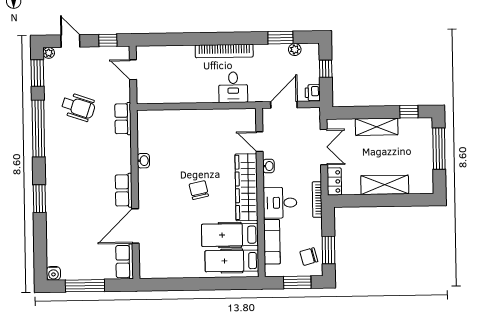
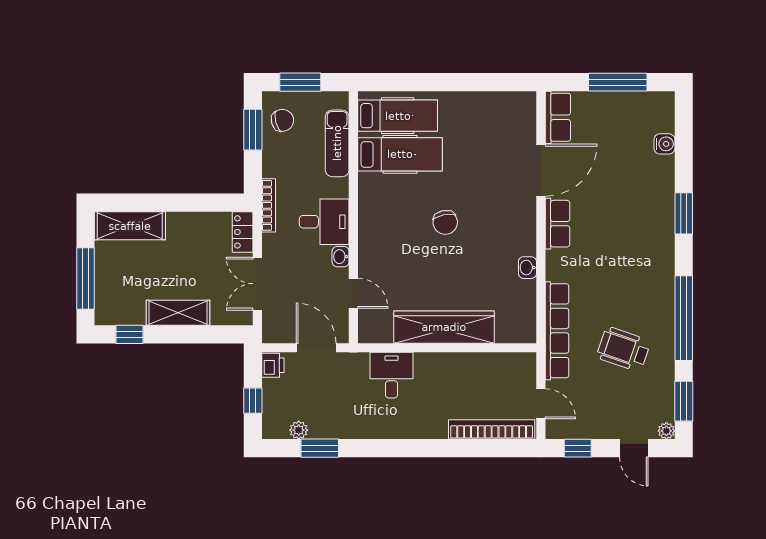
bookcase: (224, 51) -> (492, 429), moved
door: (284, 105) -> (316, 348), swing flipped
row of seats: (123, 119) -> (557, 331), width x2.02
shelving: (385, 185) -> (130, 226), moved
wardrobe: (246, 187) -> (444, 327), moved, turned -90
desk: (280, 203) -> (324, 222), moved
water cooler: (53, 273) -> (664, 144), moved, turned 90

